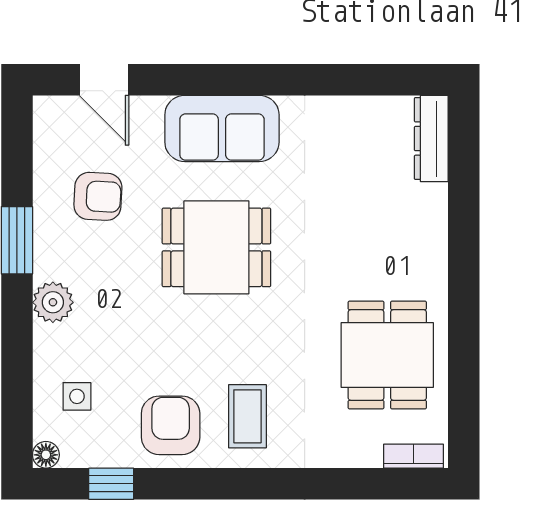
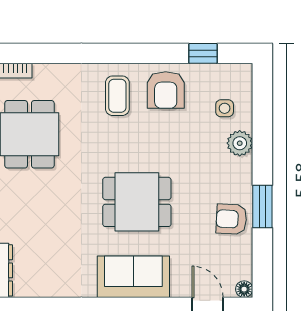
armchair: (98, 196) -> (231, 219), moved
plant: (53, 302) -> (240, 143), moved
floor lamp: (46, 455) -> (244, 289), moved

